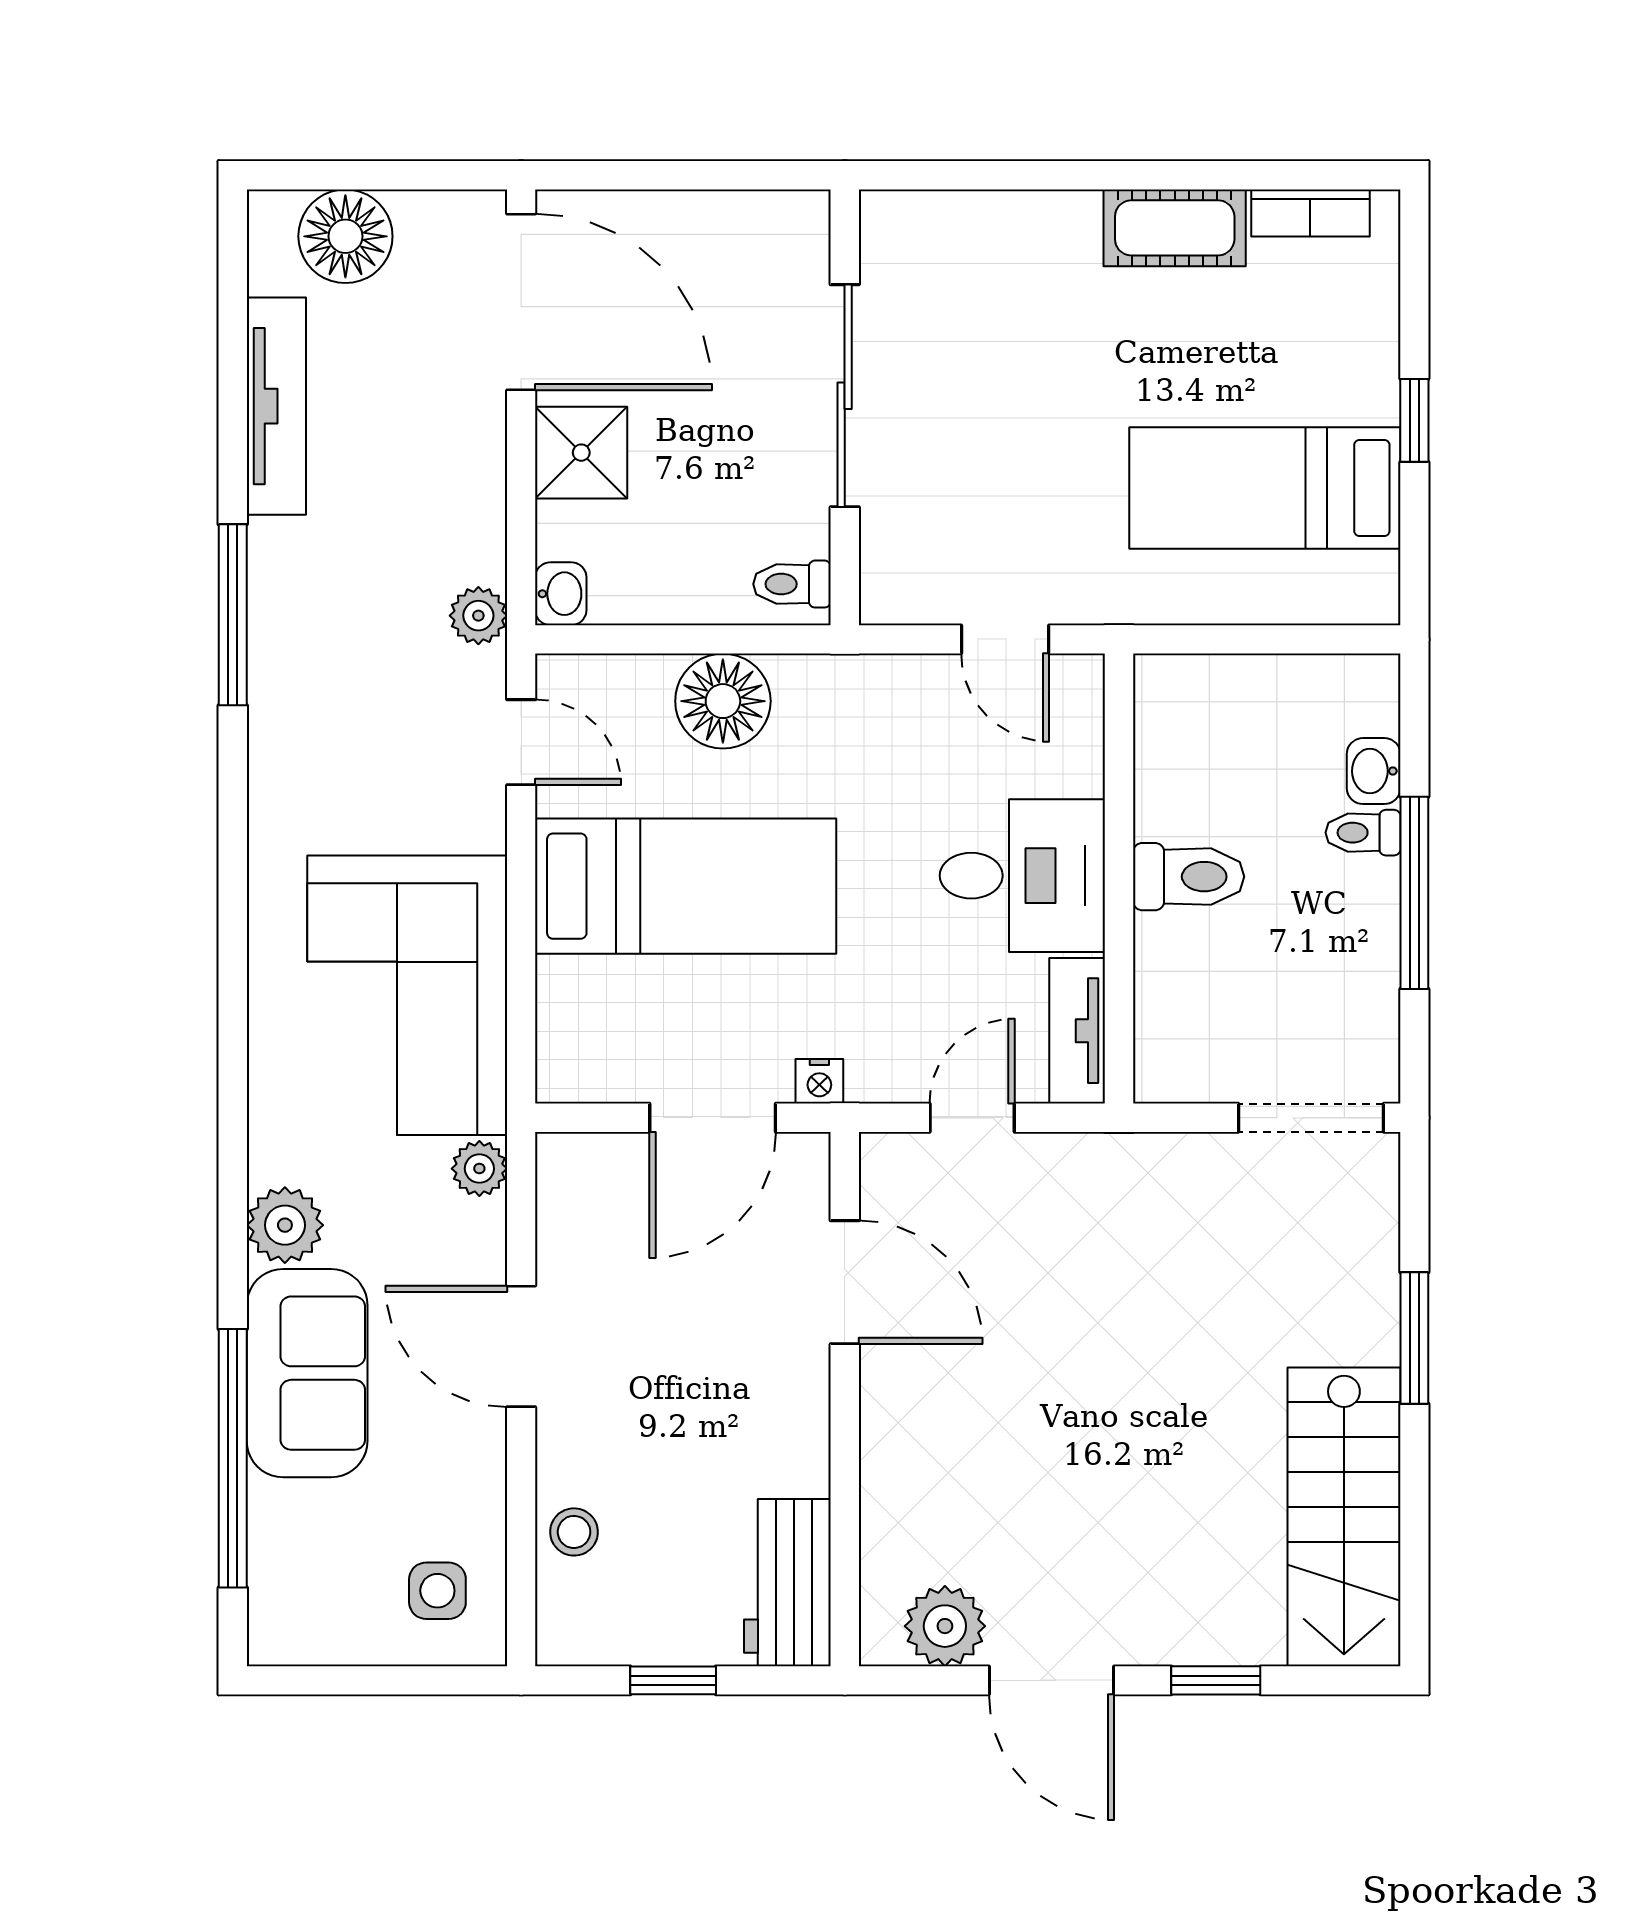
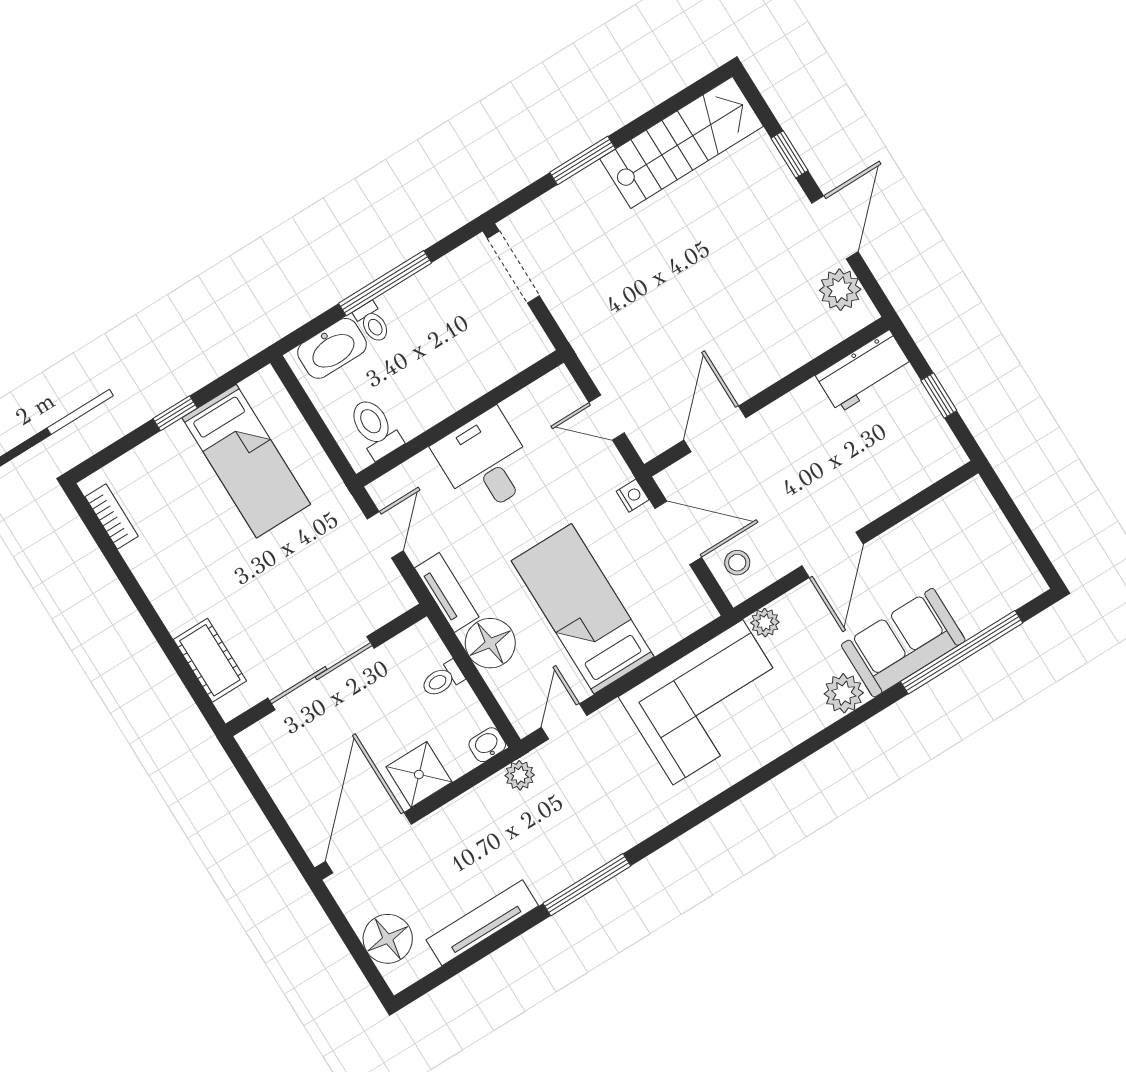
cot: (1175, 228) -> (210, 660), moved
toilet: (792, 584) -> (442, 679), moved, turned 90
washbasin: (1374, 771) -> (332, 348), width x1.91, depth x1.45
toilet: (1189, 877) -> (375, 428), moved
tv unit: (1077, 1031) -> (447, 593), moved, turned -90
stool: (574, 1532) -> (737, 563), moved
side table: (437, 1591) -> (964, 525), removed

